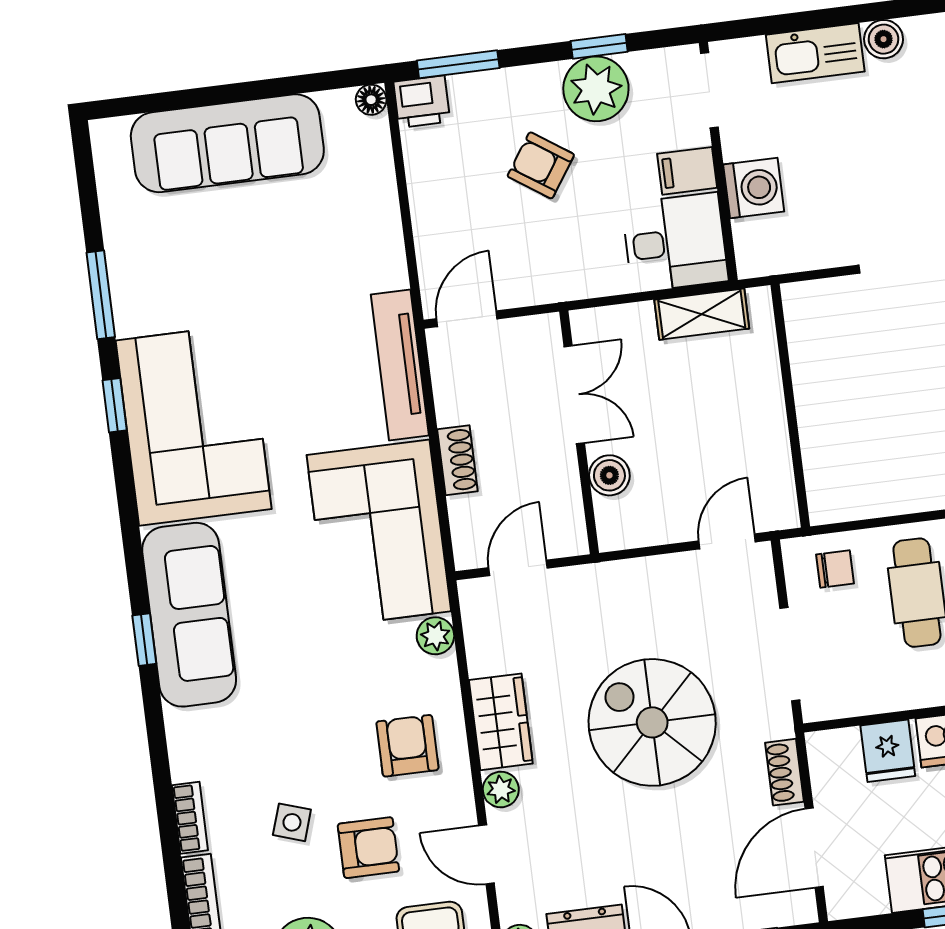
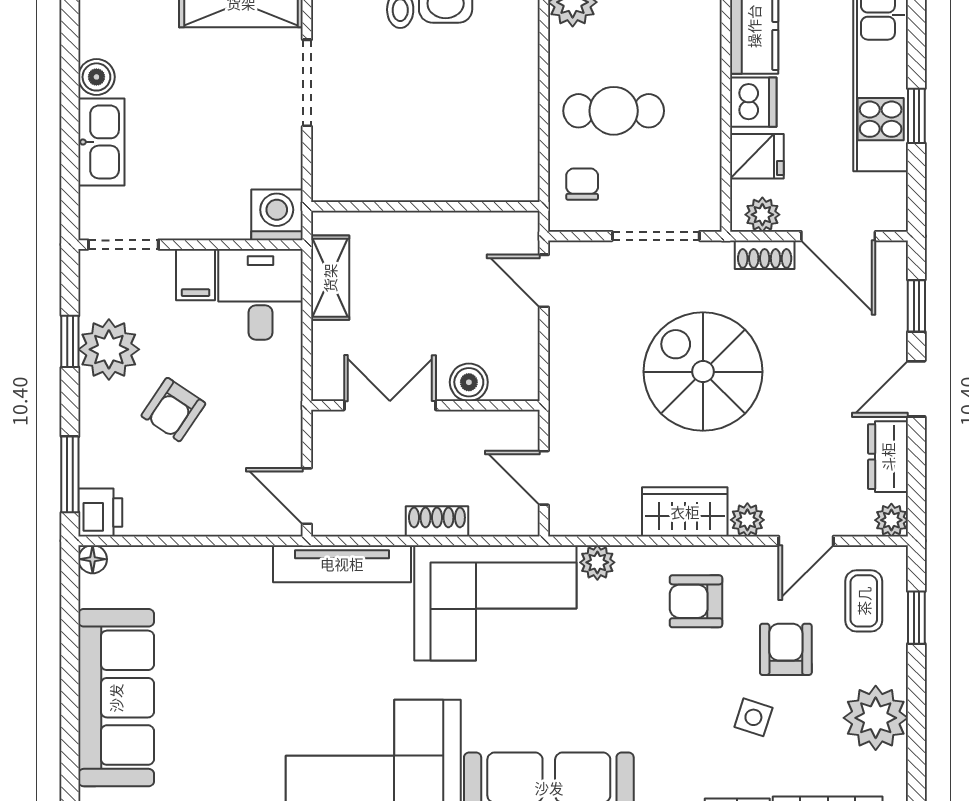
washing machine: (754, 188) -> (277, 215), moved
spiral stairs: (652, 722) -> (703, 372), turned 90
plant: (827, 764) -> (762, 215), added

